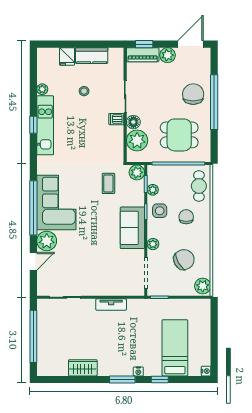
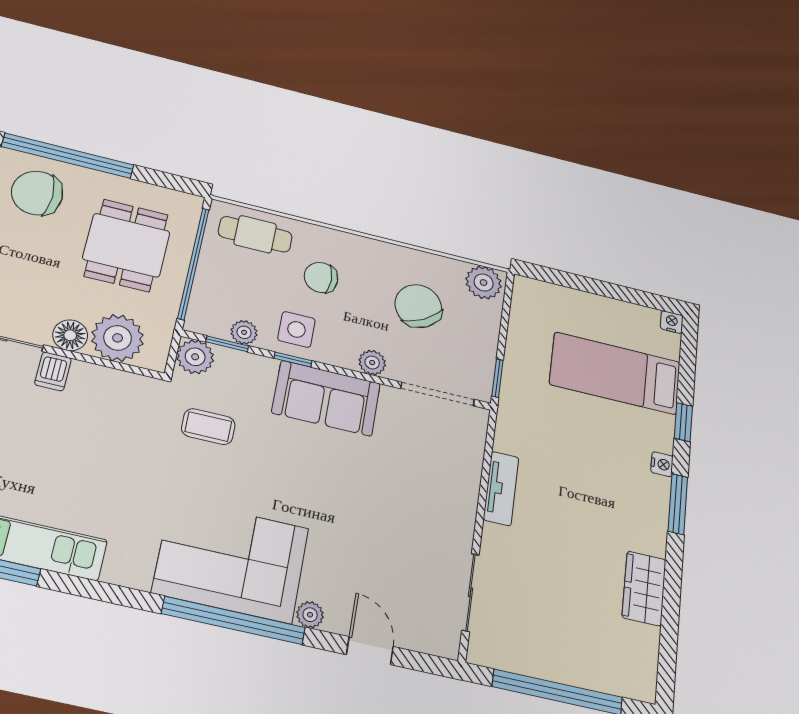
plant: (47, 241) -> (310, 615), width x0.53, depth x0.53

